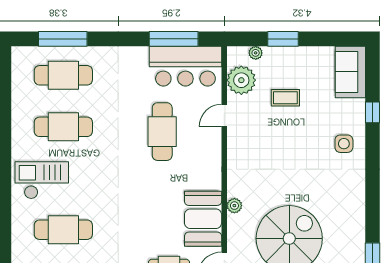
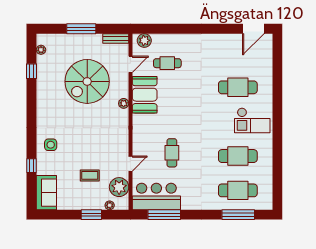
cafe table: (162, 132) -> (172, 153), width x0.73, depth x0.74

